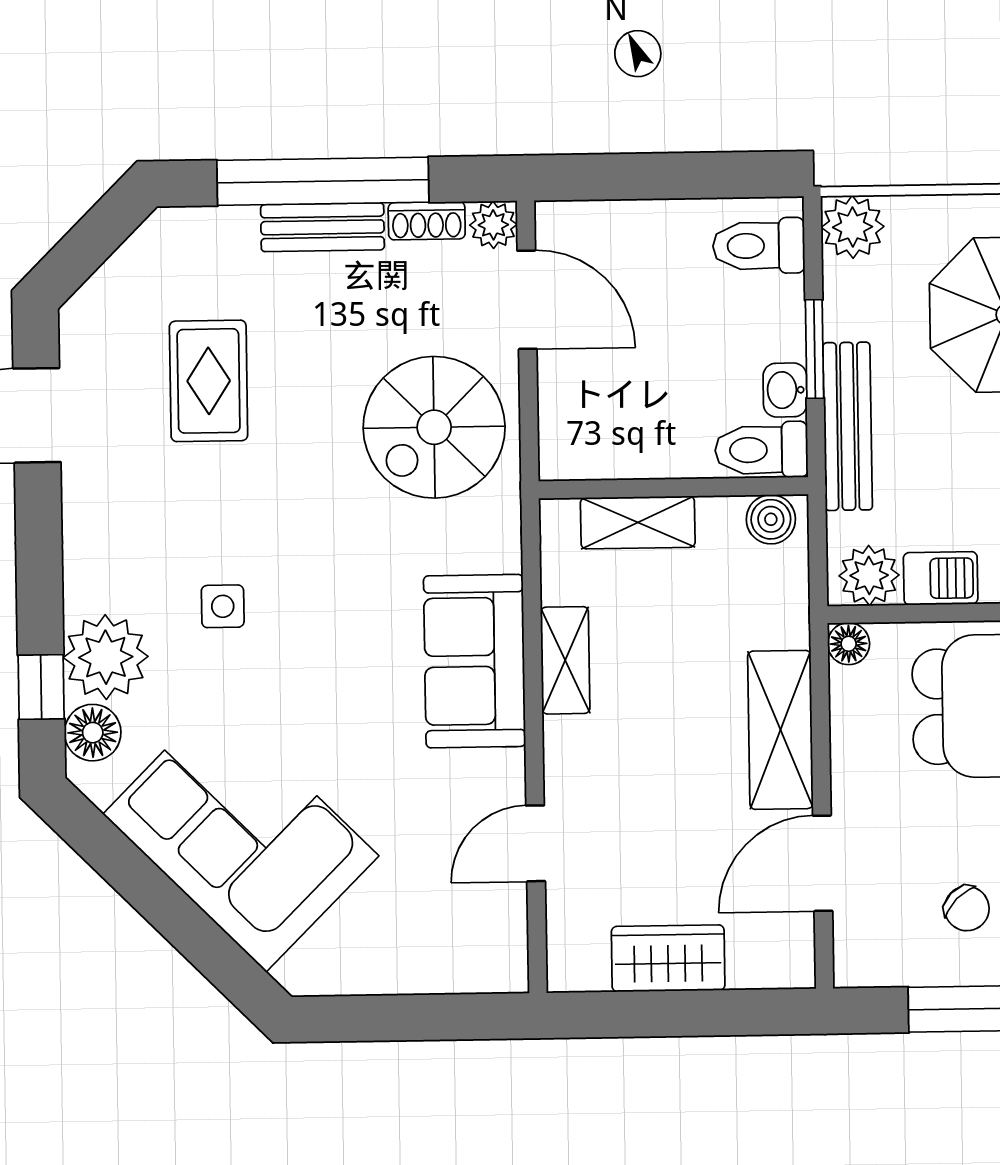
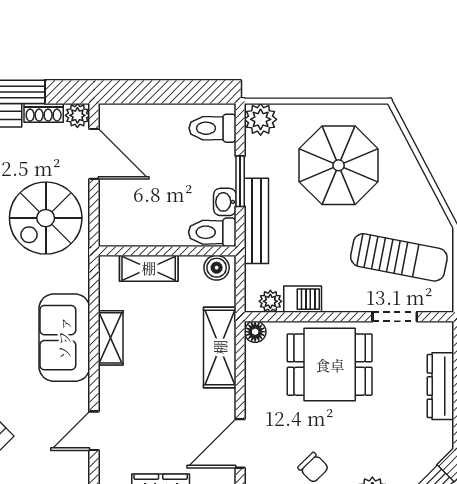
plant: (869, 575) -> (270, 301), width x0.73, depth x0.73
shelving: (780, 730) -> (220, 347), moved

